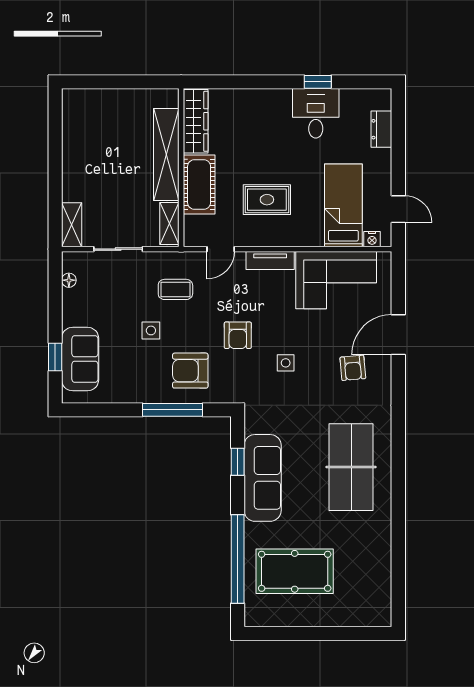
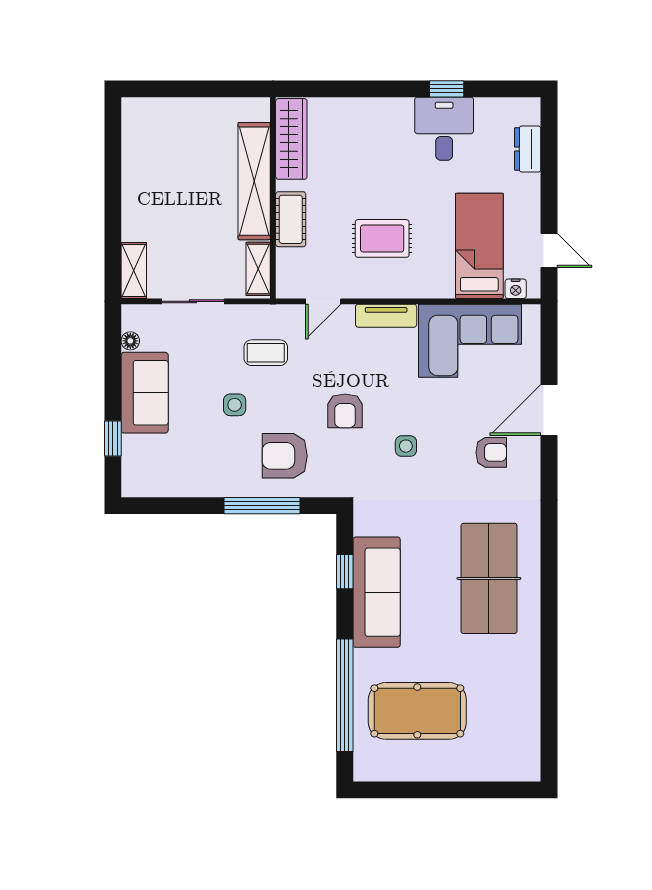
cot: (199, 185) -> (291, 219), width x0.73, depth x0.75
sofa: (80, 359) -> (145, 393), moved
armchair: (353, 368) -> (491, 452), turned -85

